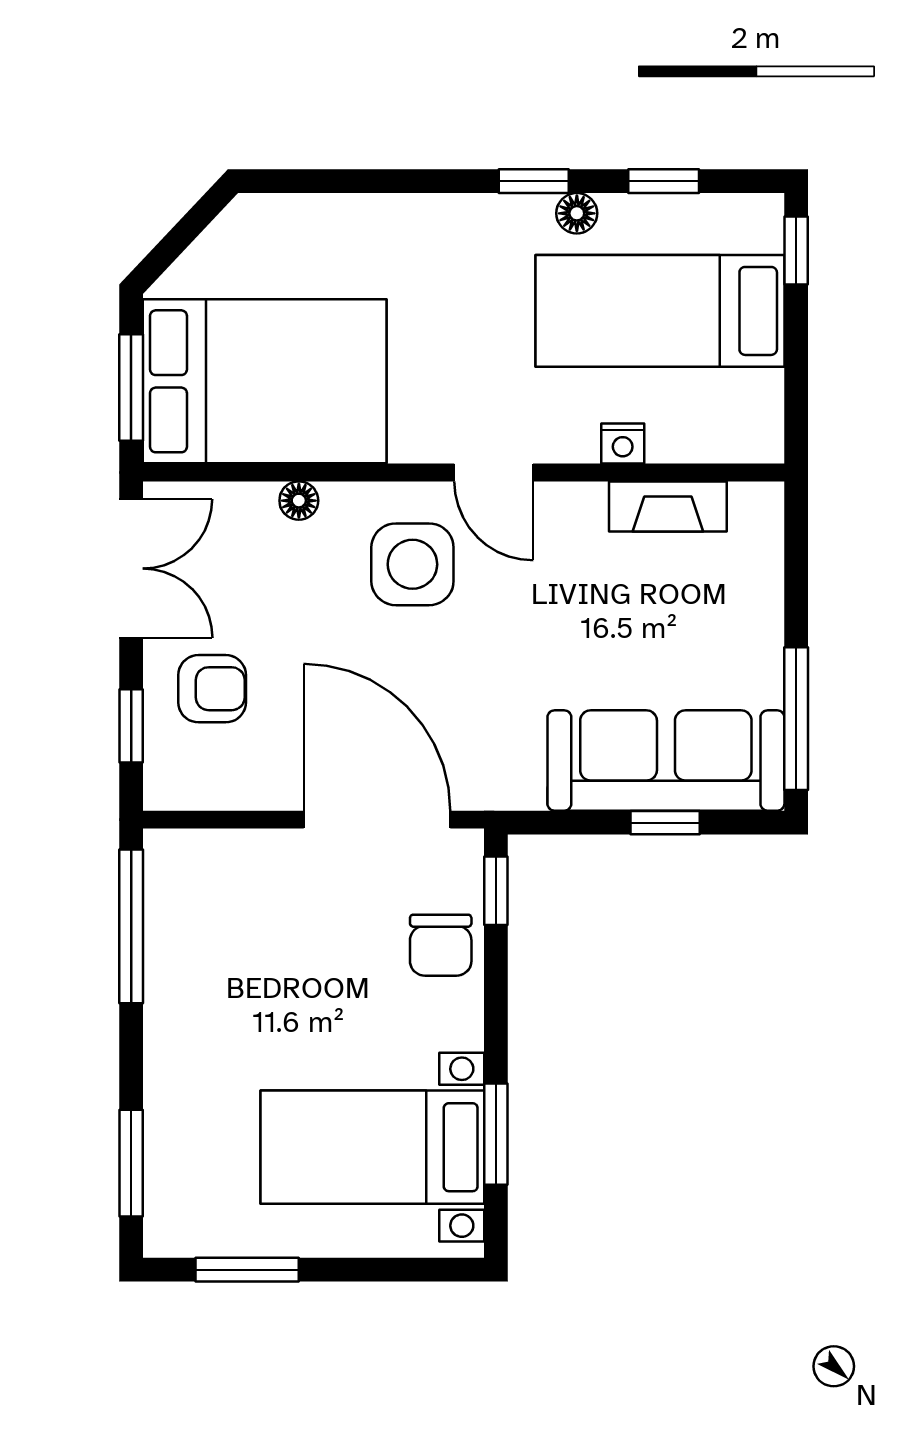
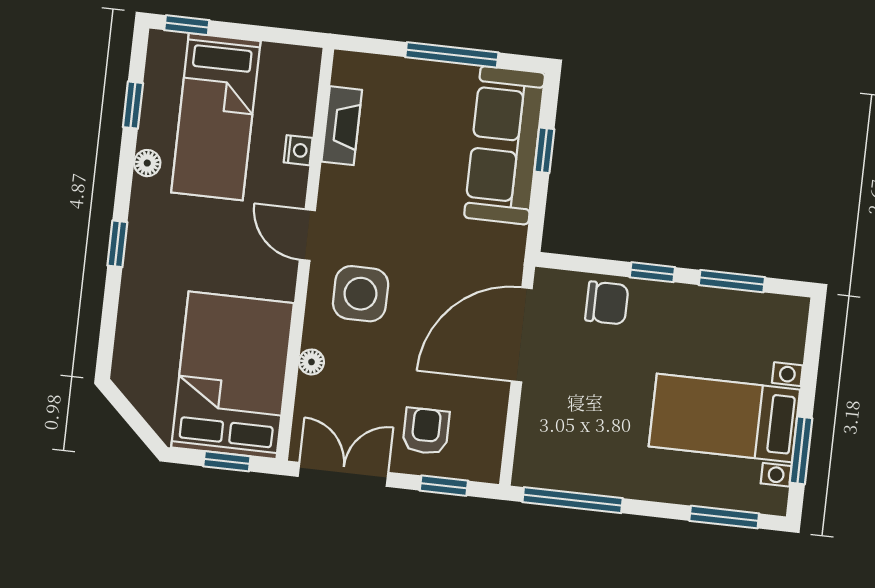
window: (534, 181) -> (117, 244), moved
window: (131, 387) -> (227, 461), width x0.67
door: (494, 472) -> (307, 235), swing flipped
window: (796, 719) -> (452, 55), moved
window: (496, 891) -> (652, 272), moved
bed with nightstands: (372, 1147) -> (724, 418), moved, turned 90

